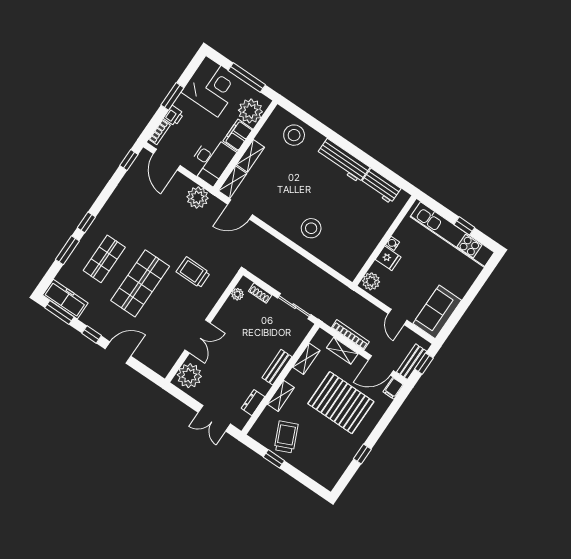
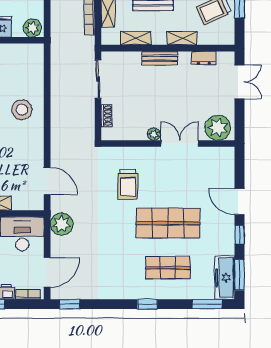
shelving: (233, 182) -> (28, 203), removed
window: (67, 250) -> (207, 304), moved
plant: (237, 294) -> (154, 134), moved

